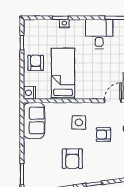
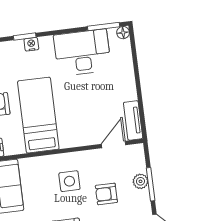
desk: (99, 34) -> (82, 53), width x1.37

